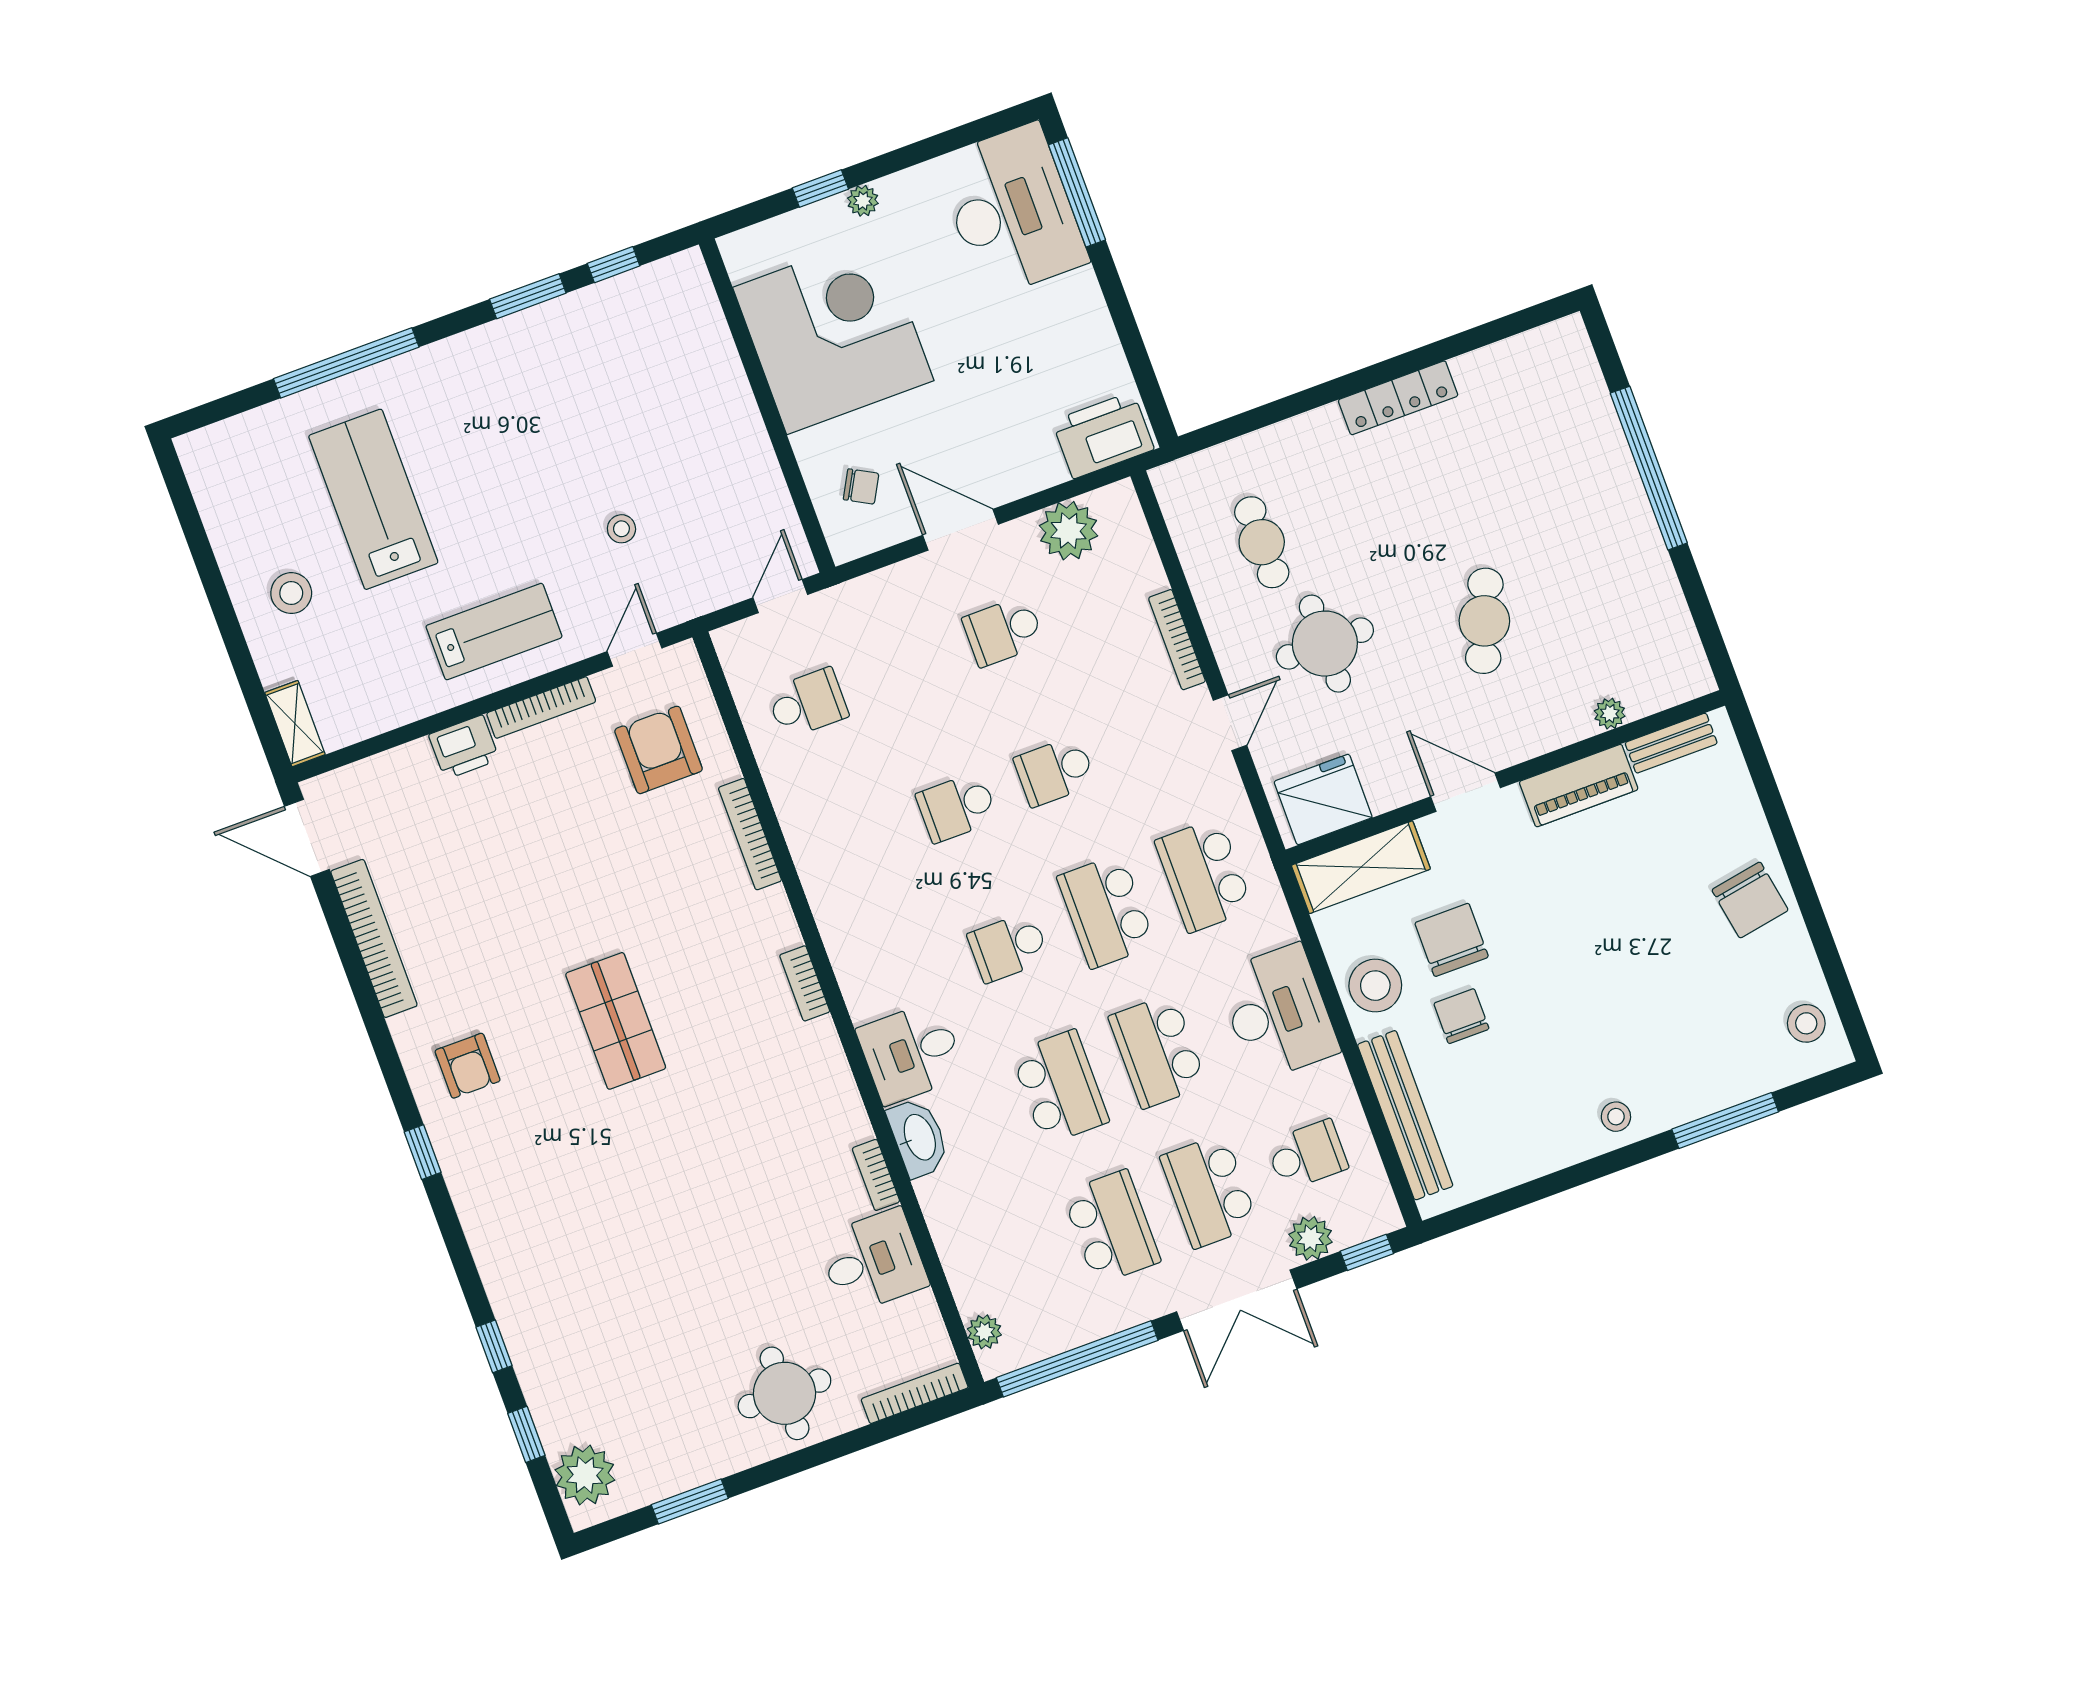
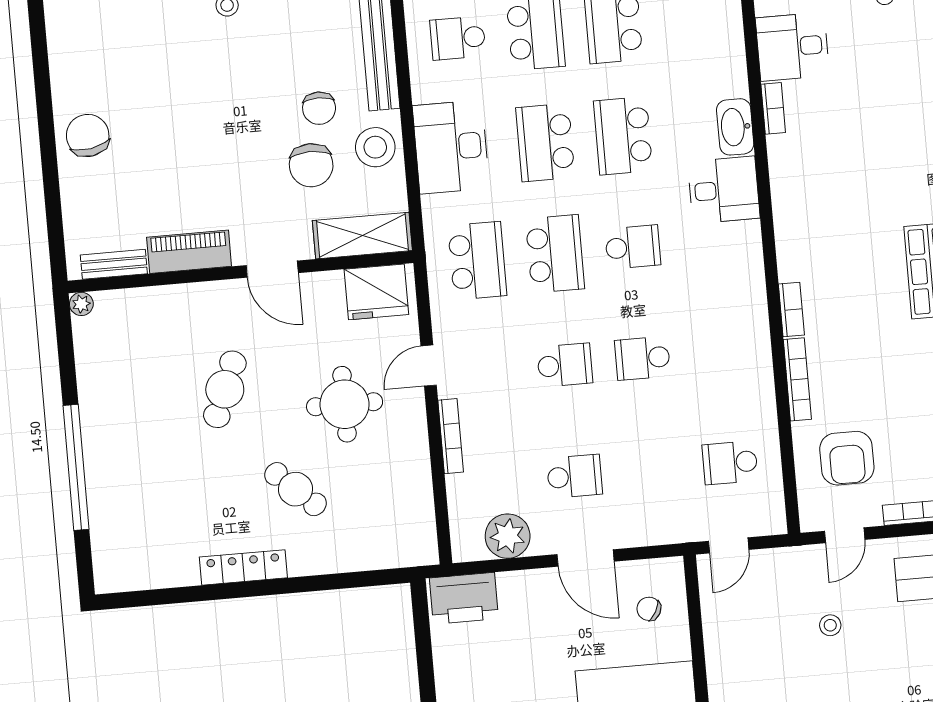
cafe table: (1262, 542) -> (295, 489), moved, turned -47
plant: (1610, 714) -> (81, 304), moved
school desk: (957, 807) -> (643, 358), turned 180
bookcase: (805, 983) -> (791, 309), moved
stool: (1806, 1023) -> (71, 35), removed
school desk: (1158, 1051) -> (545, 143), turned 180

